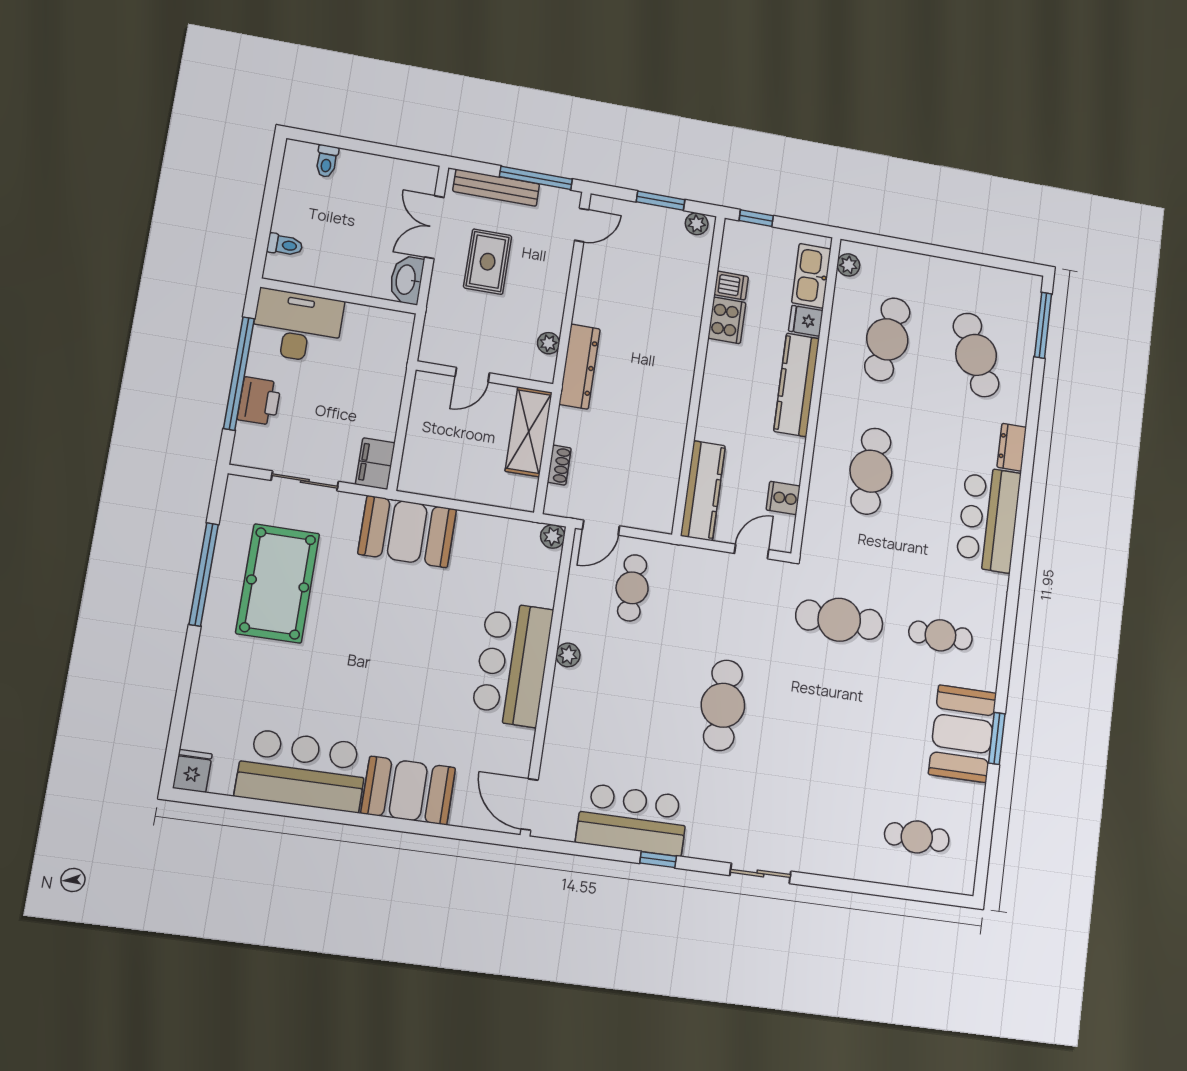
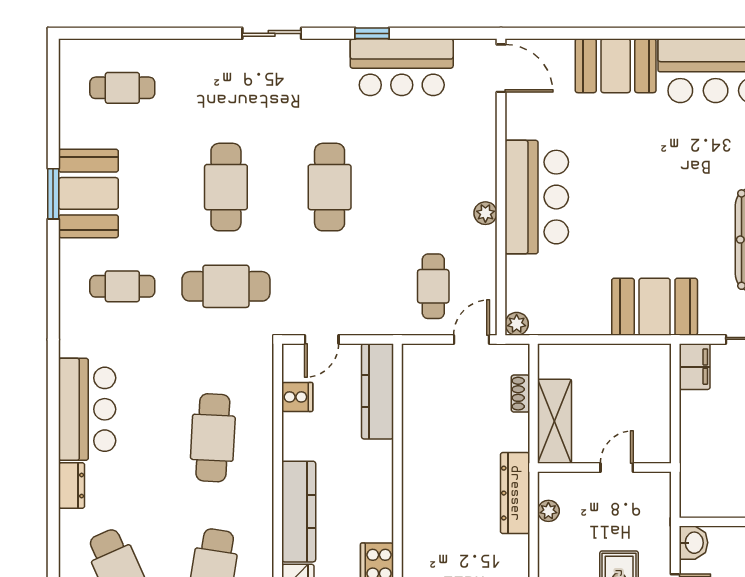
washbasin: (407, 280) -> (693, 543), width x0.72
cafe table: (827, 720) -> (226, 187), added

